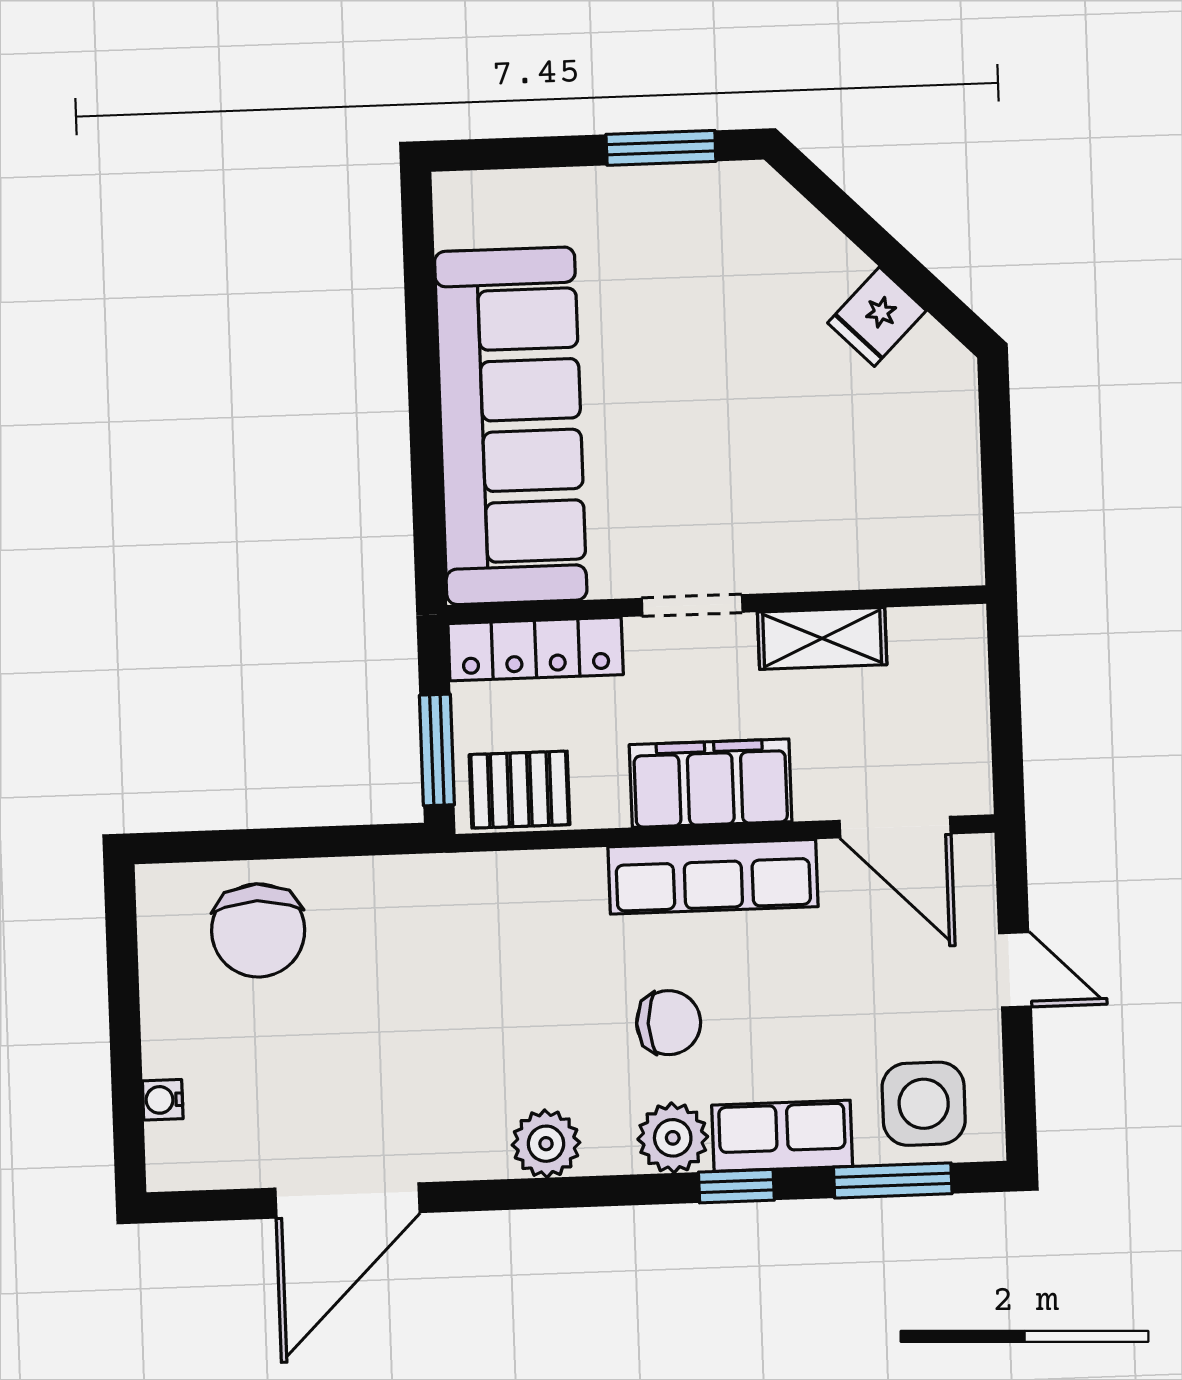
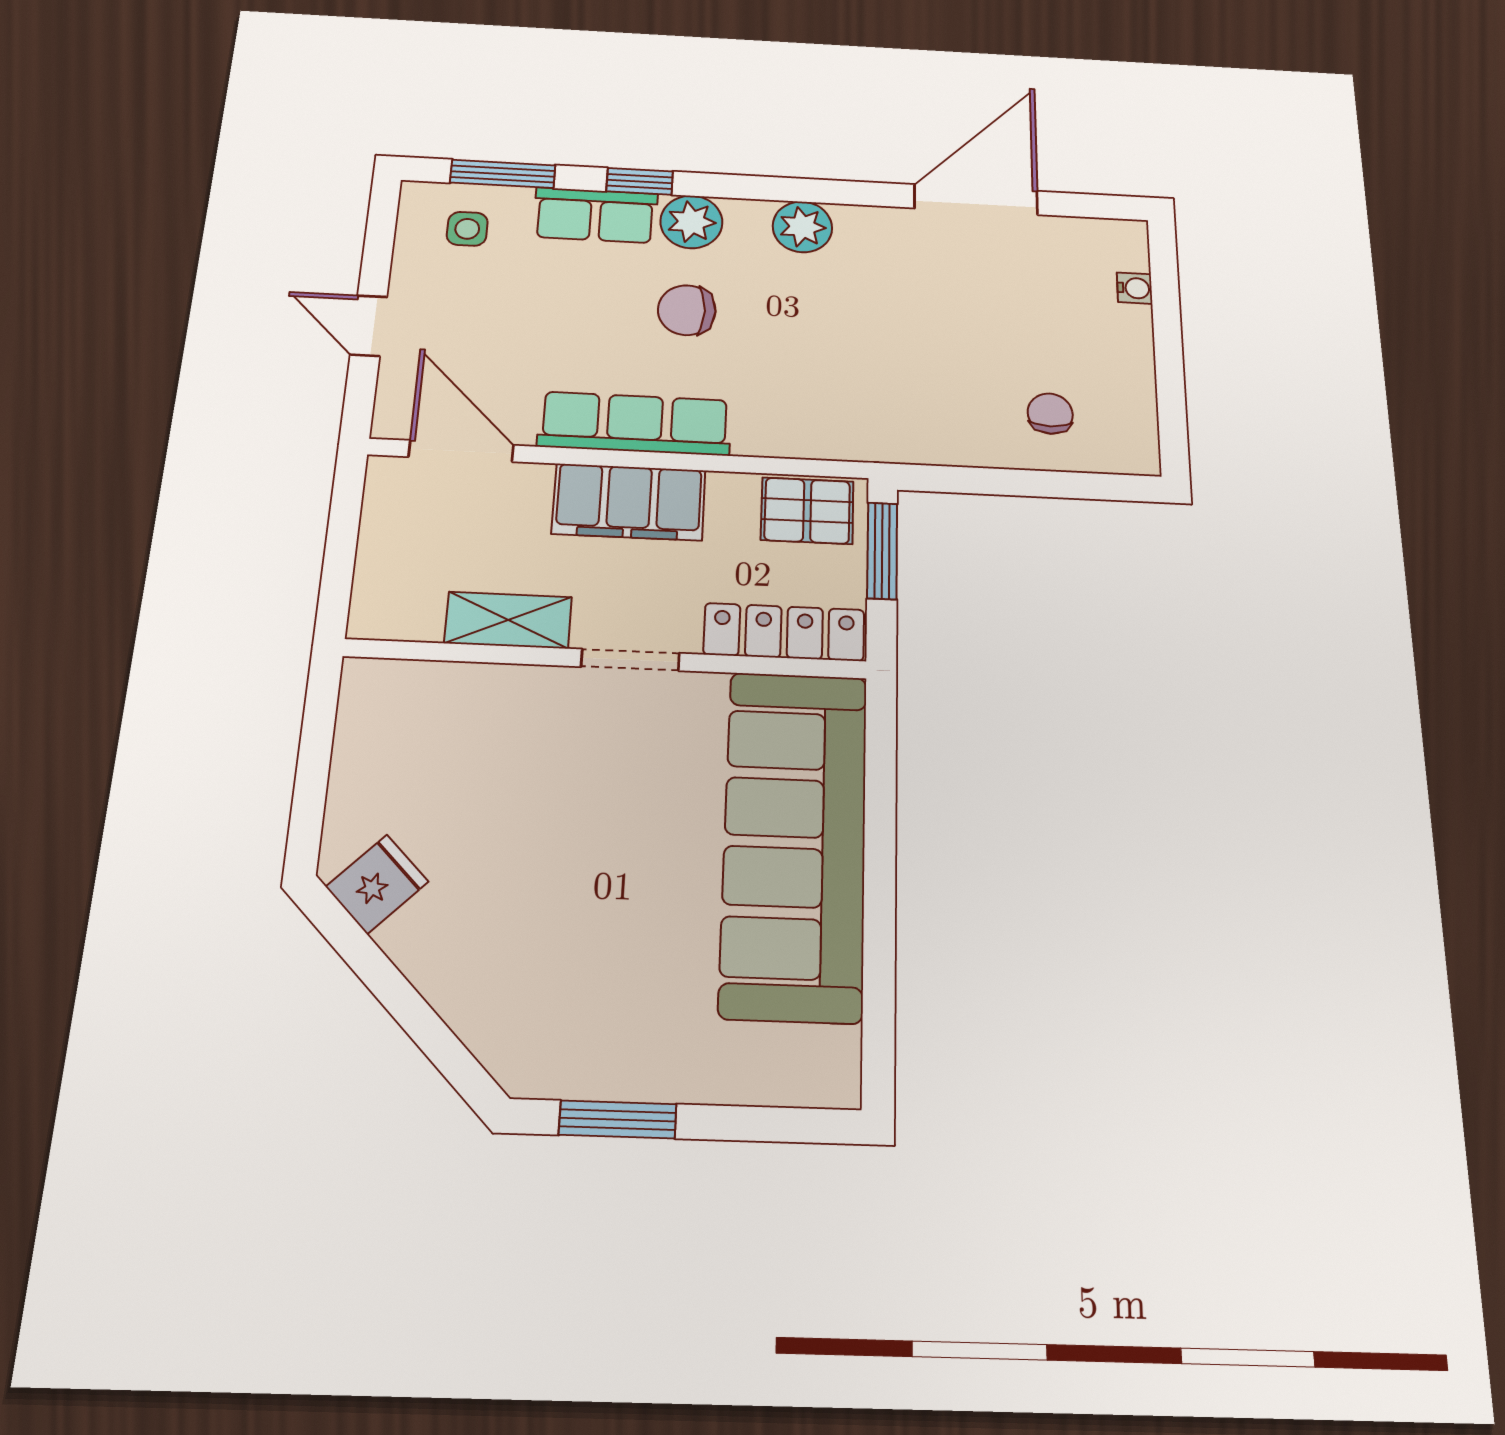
fridge: (877, 317) -> (377, 884), moved
chair: (258, 930) -> (1050, 414), width x0.54, depth x0.54
side table: (924, 1104) -> (467, 229), width x0.54, depth x0.54

